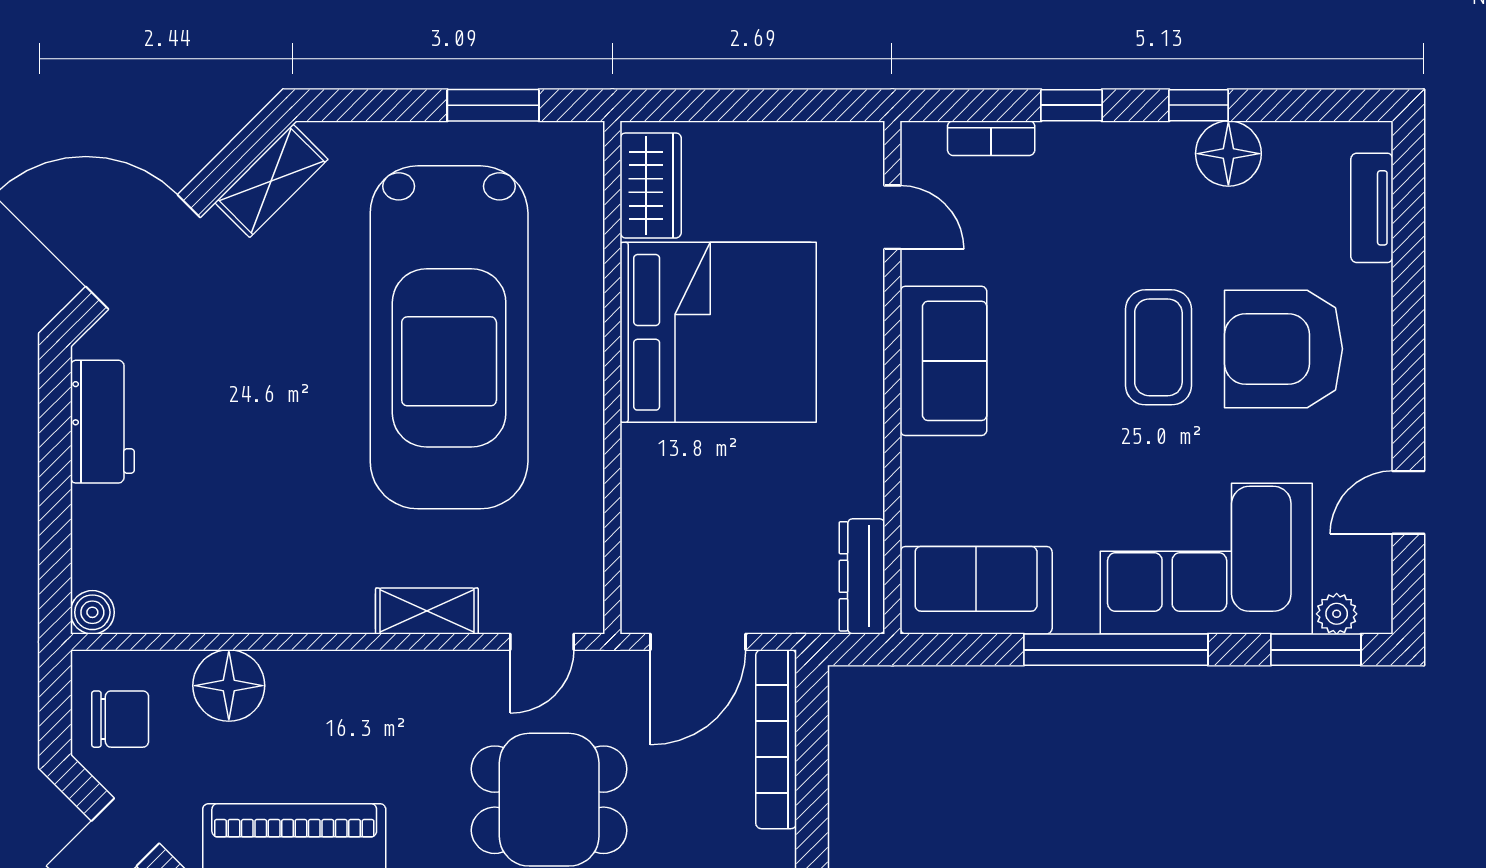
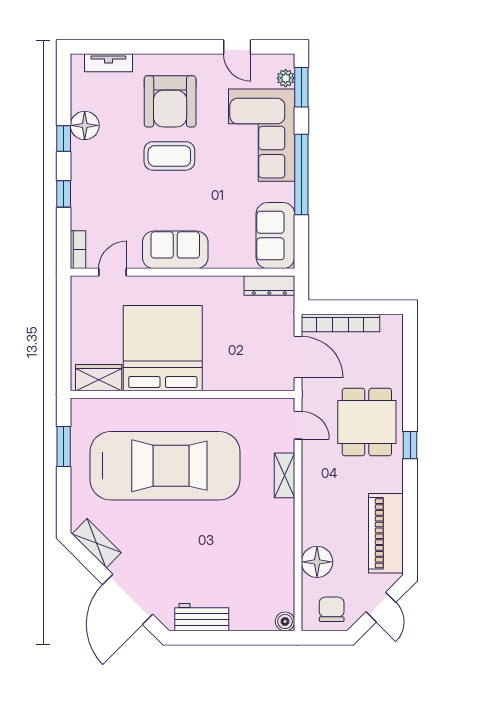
bookcase: (991, 138) -> (78, 250), moved

